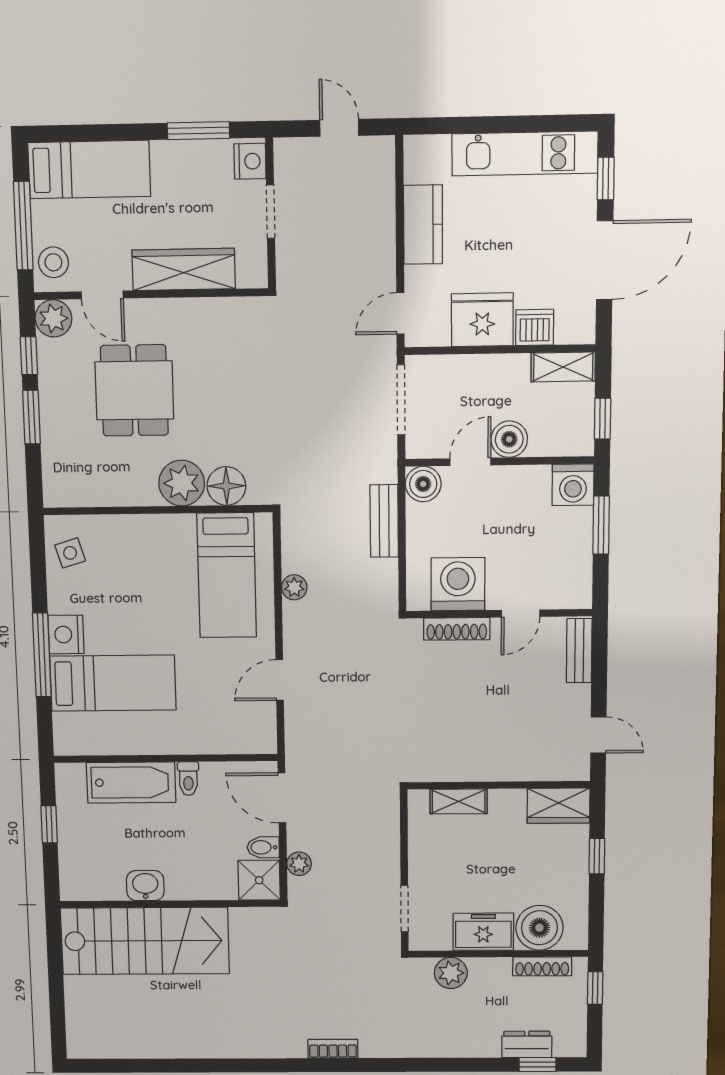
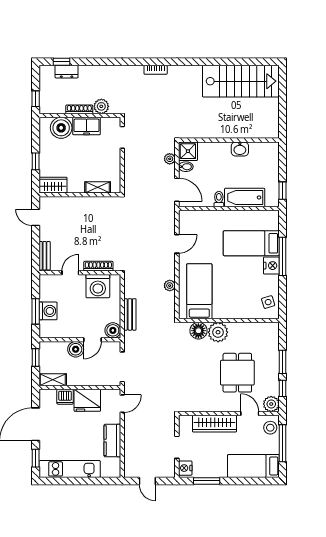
washing machine: (573, 485) -> (48, 311), moved, turned 90
window: (49, 824) -> (283, 191), moved
stairs: (145, 941) -> (241, 81), moved, turned 180
shoe rack: (542, 966) -> (79, 109), moved

